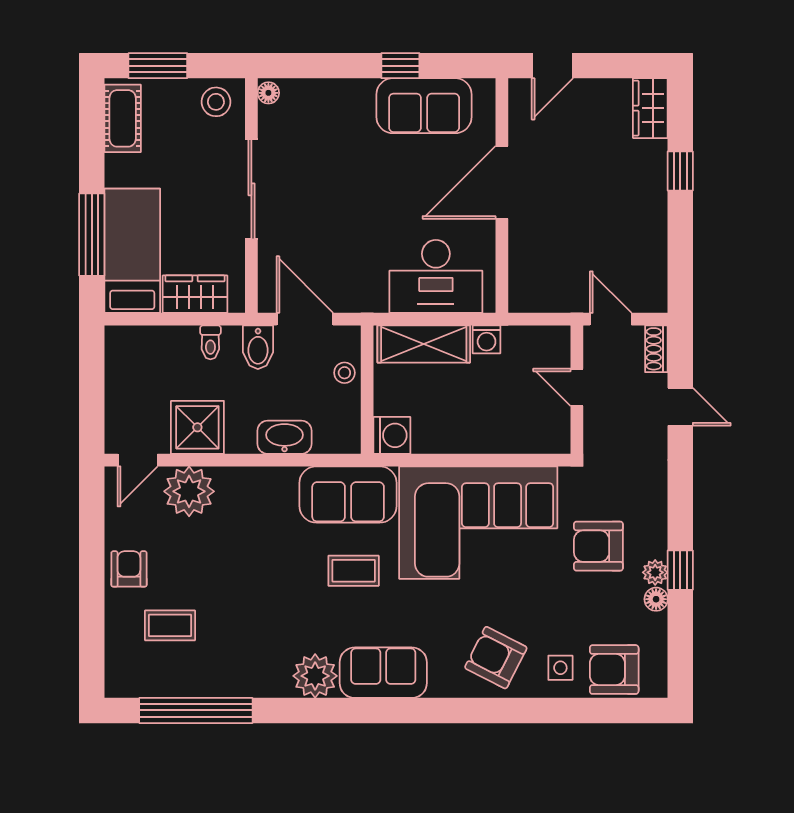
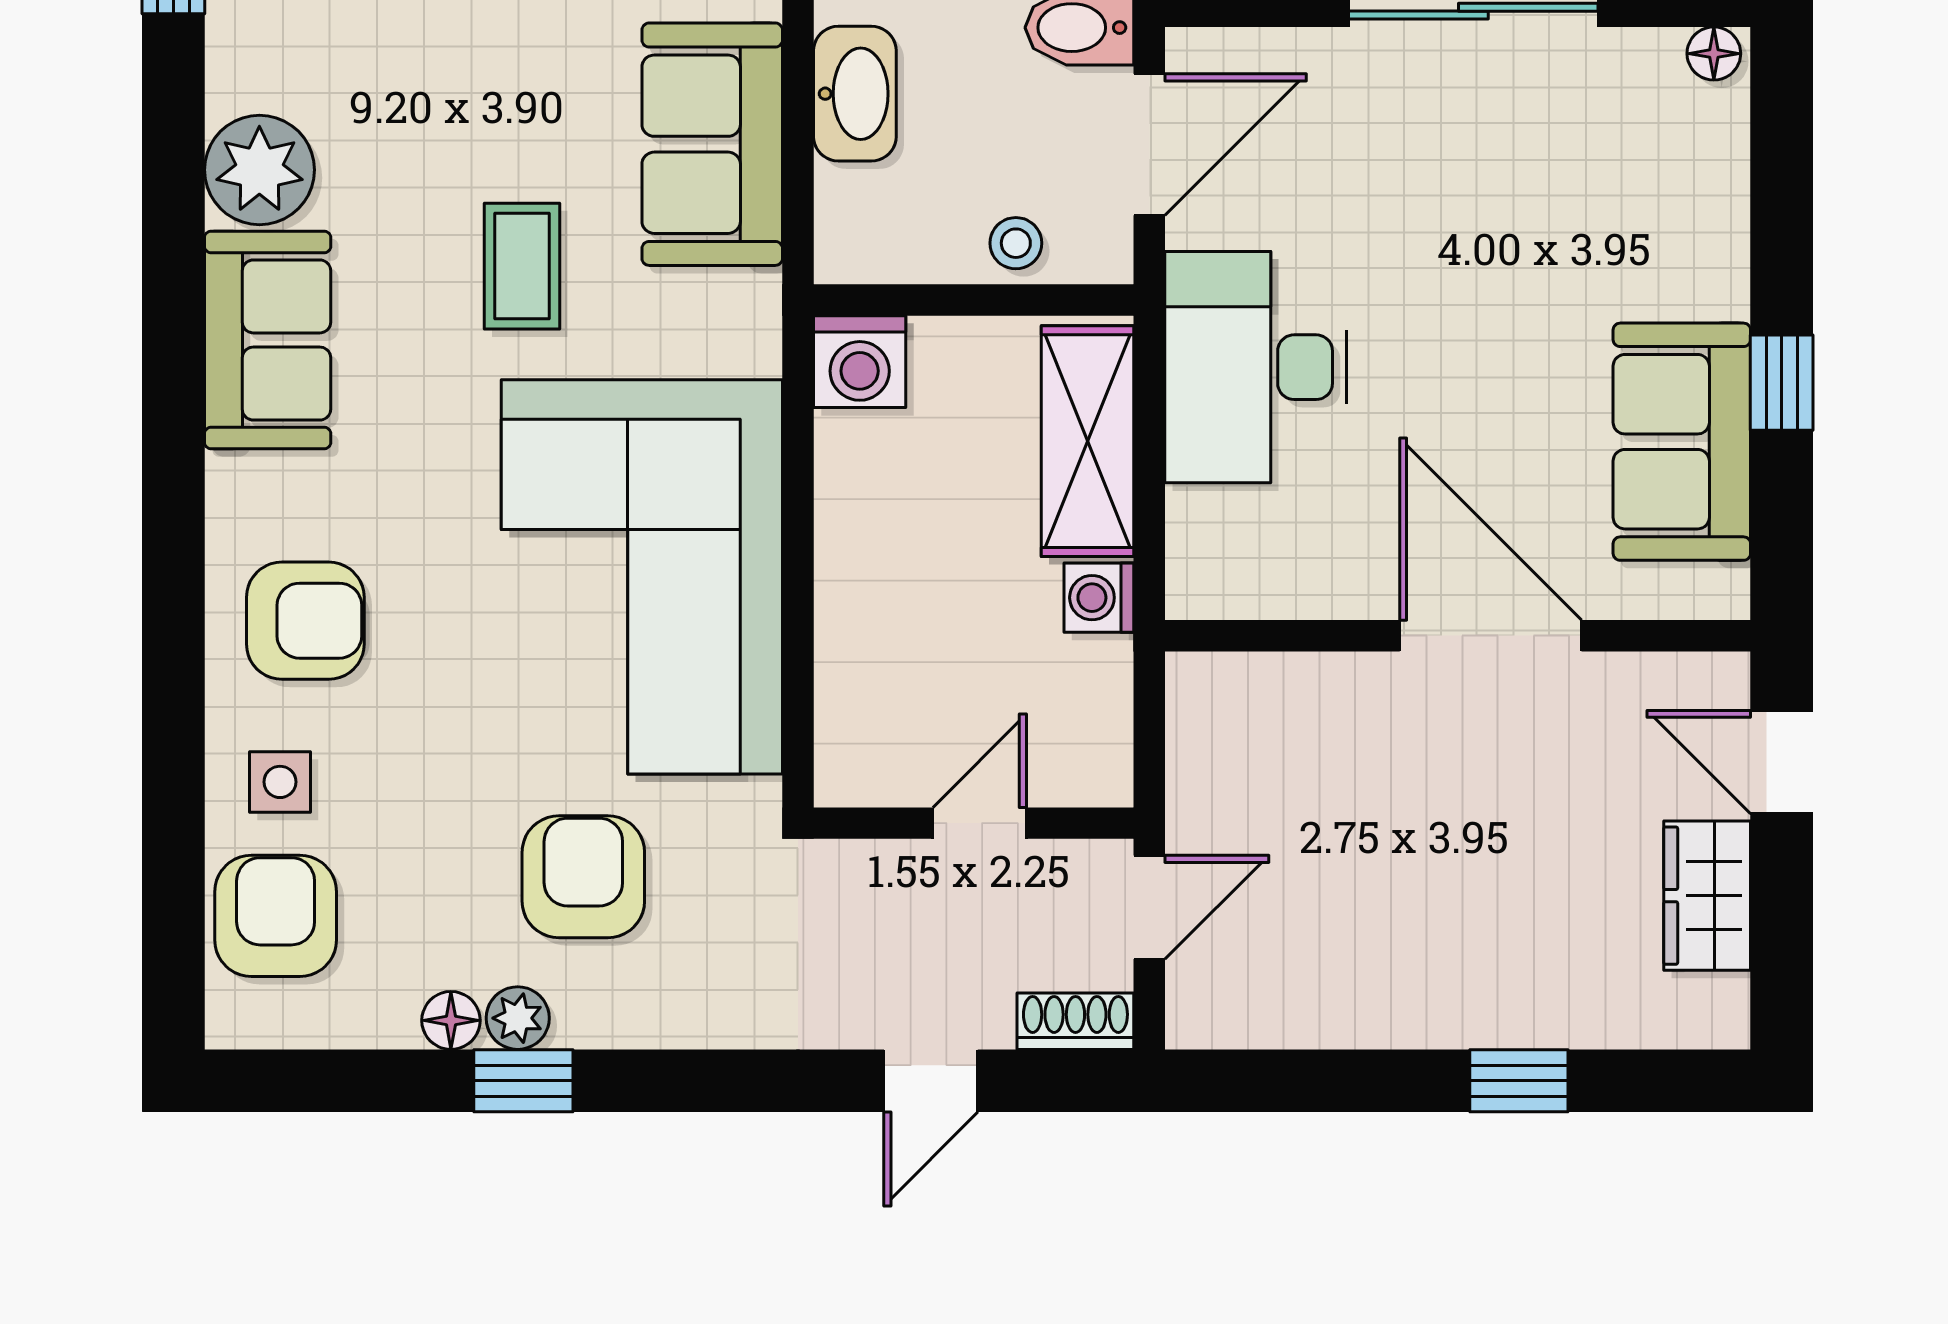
wardrobe: (650, 108) -> (1707, 896), moved, turned -90
desk: (436, 276) -> (1256, 367), moved
sofa: (348, 494) -> (712, 144), moved
armchair: (496, 658) -> (305, 621), turned 63

